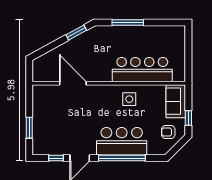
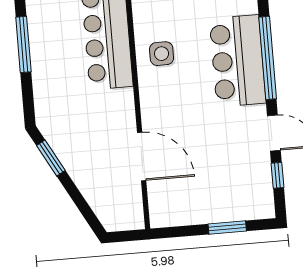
window: (128, 23) -> (23, 44), moved
door: (73, 83) -> (142, 156), swing flipped

